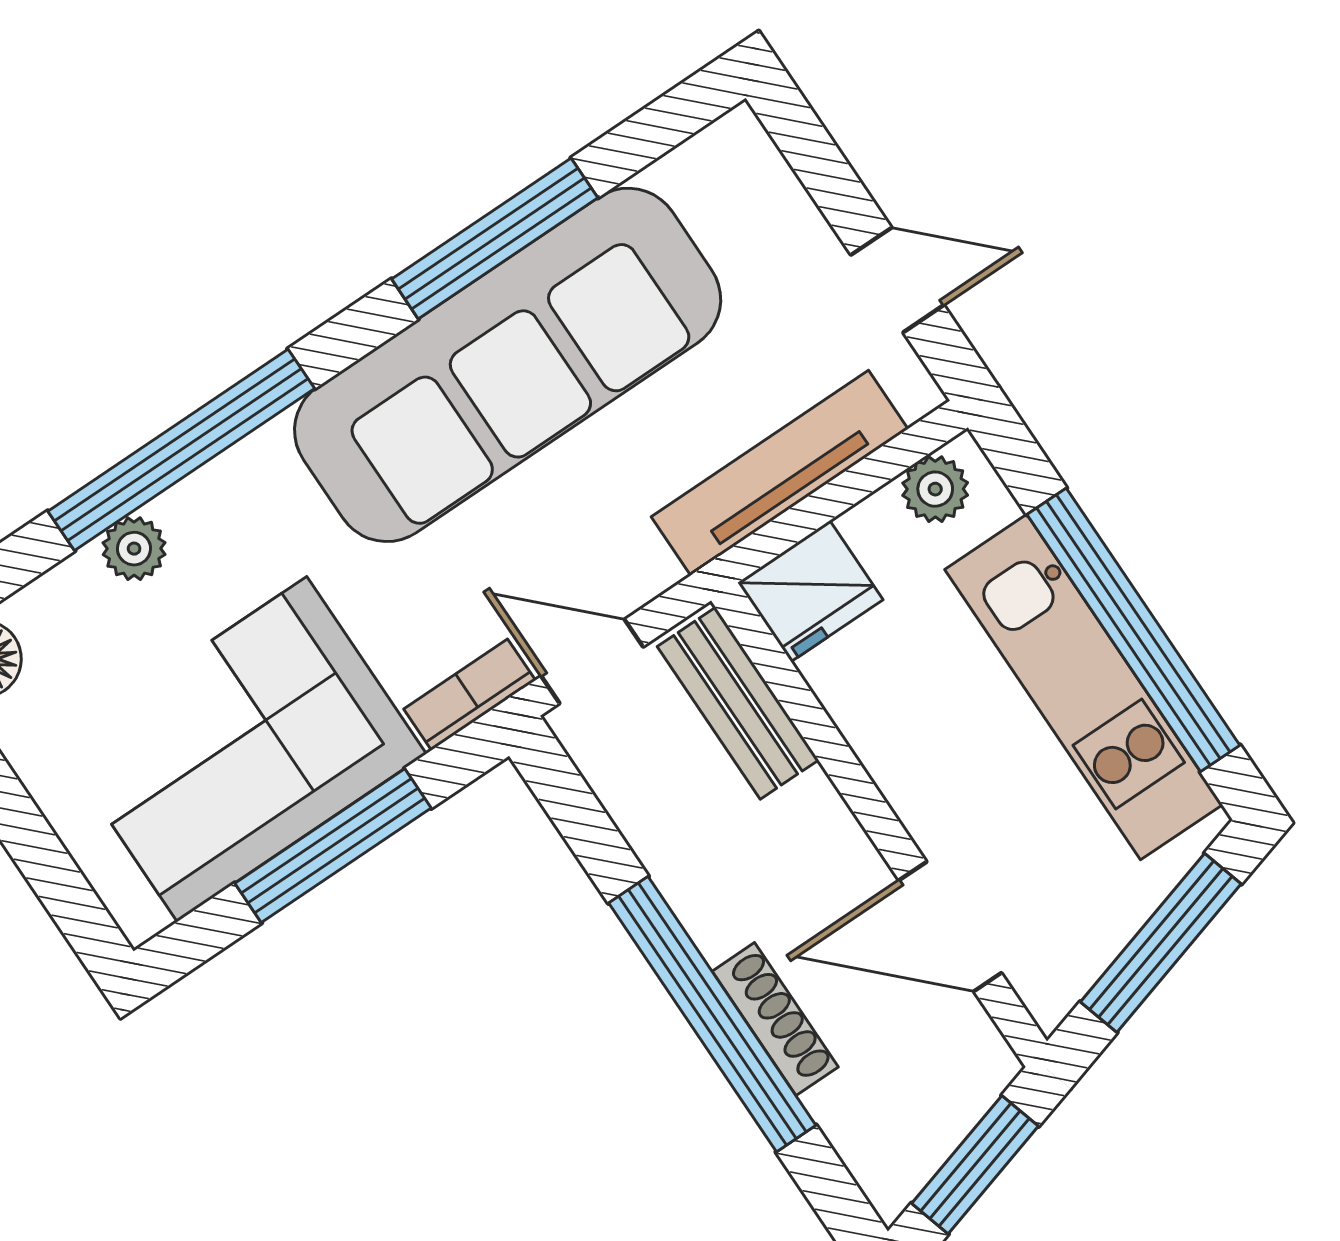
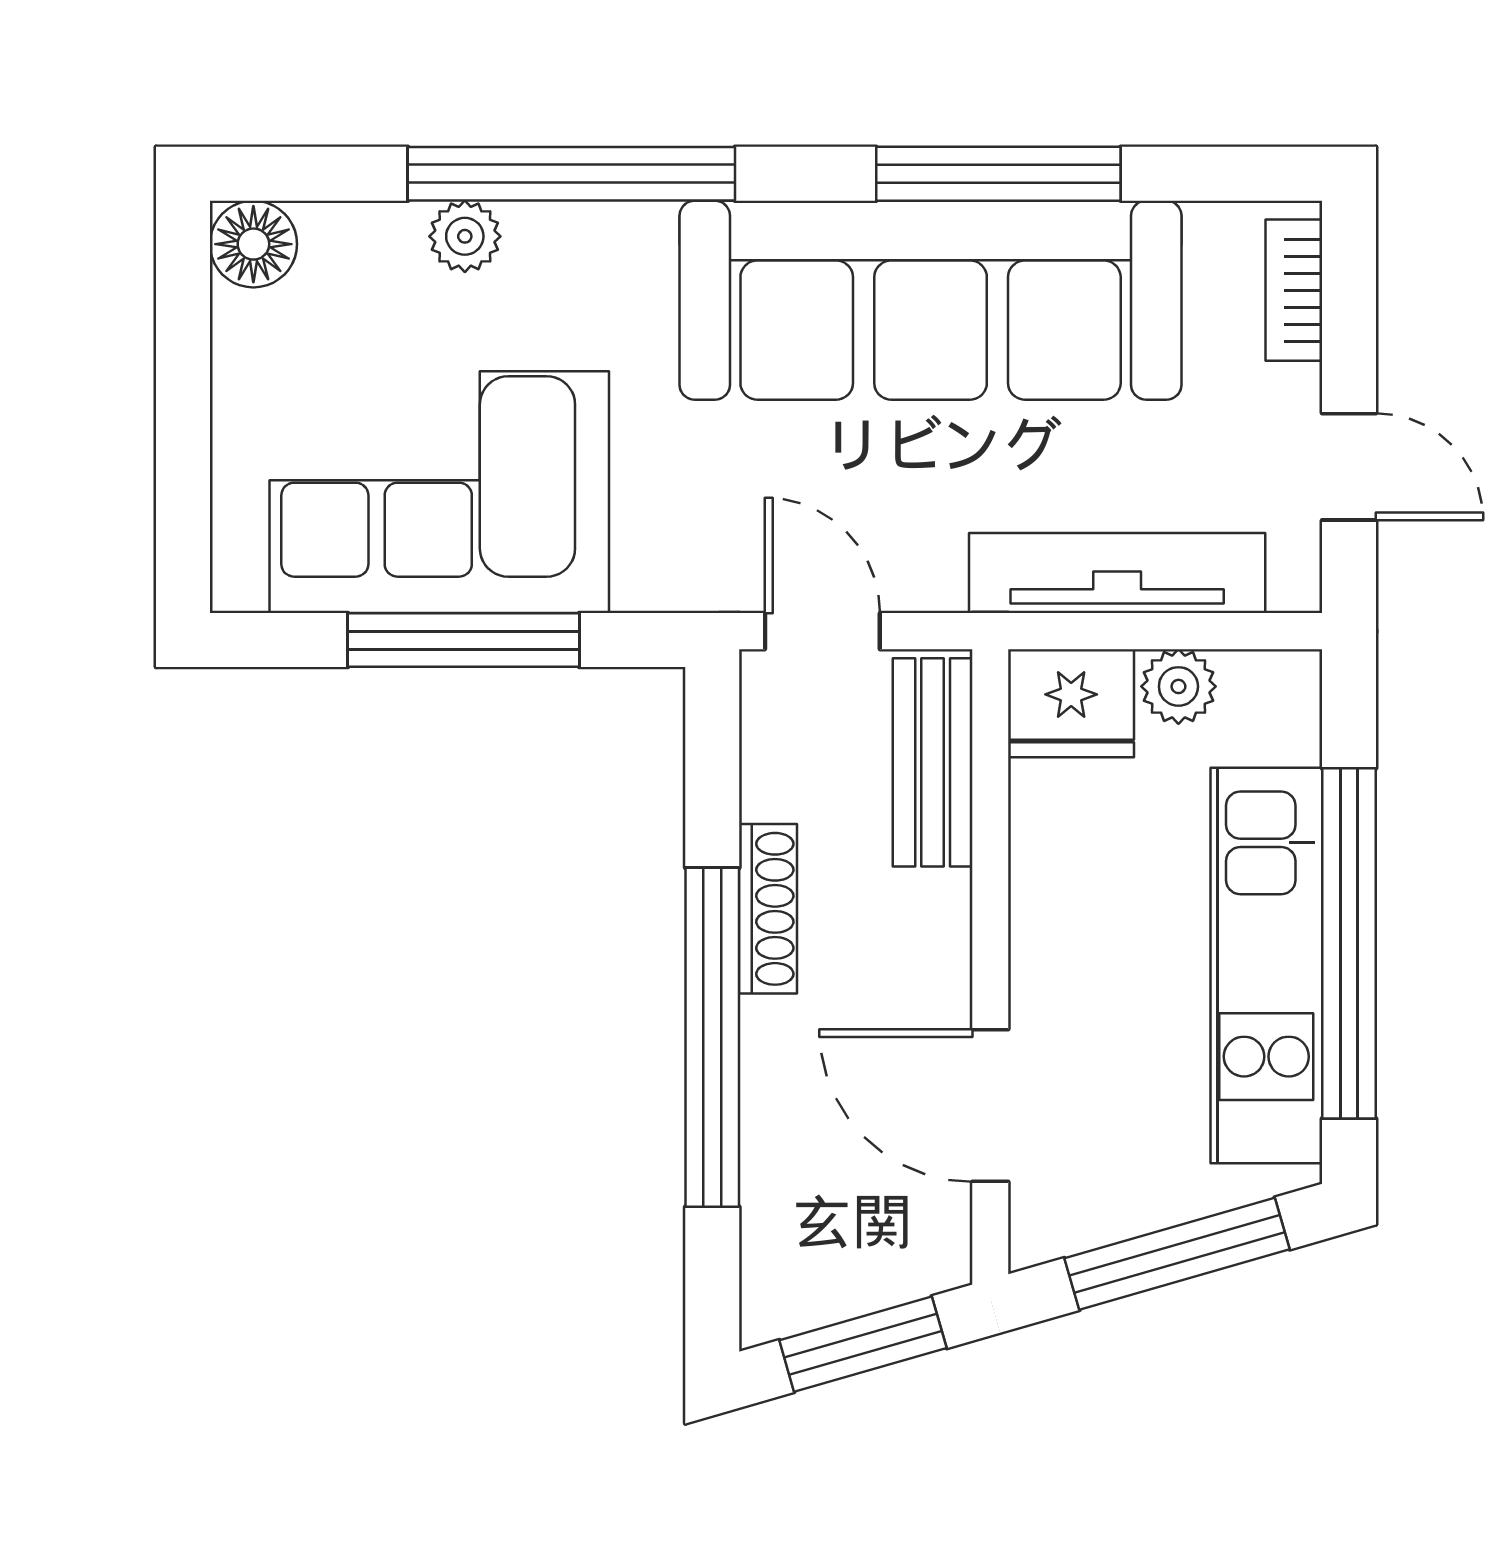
plant: (935, 489) -> (1178, 686), moved
bookcase: (470, 695) -> (1294, 290), moved, turned -90
shoe rack: (775, 1019) -> (768, 909), moved

